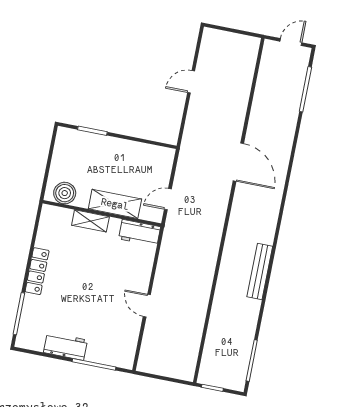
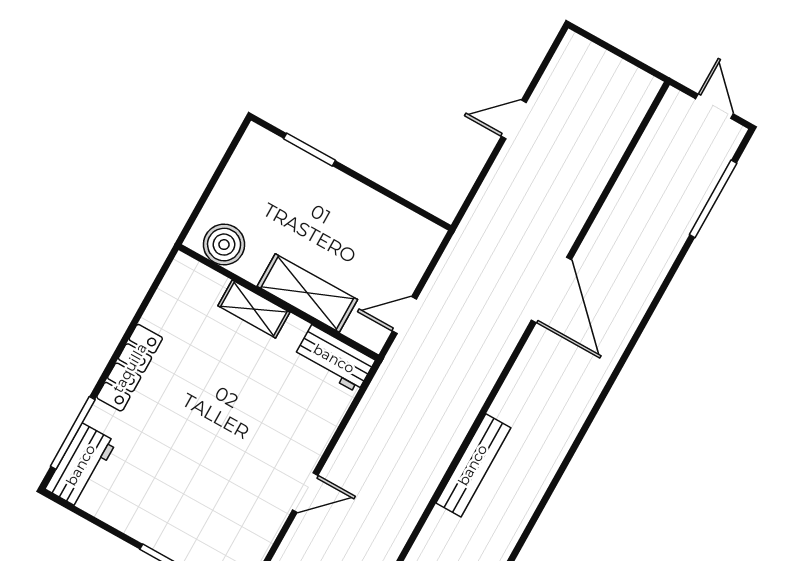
door: (291, 42) -> (714, 106), hinge flipped
bench: (260, 271) -> (473, 465), moved
door: (147, 306) -> (305, 493), swing flipped
workbench: (65, 346) -> (81, 465), moved, turned 90

